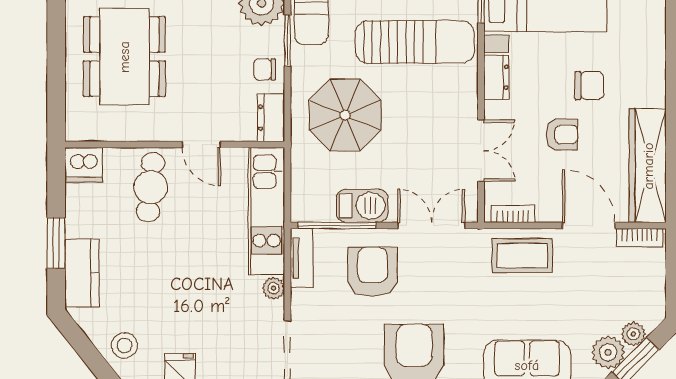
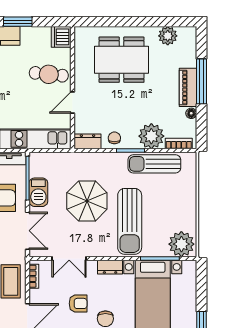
parasol: (345, 115) -> (87, 201), moved
armchair: (562, 135) -> (78, 303), turned -90

